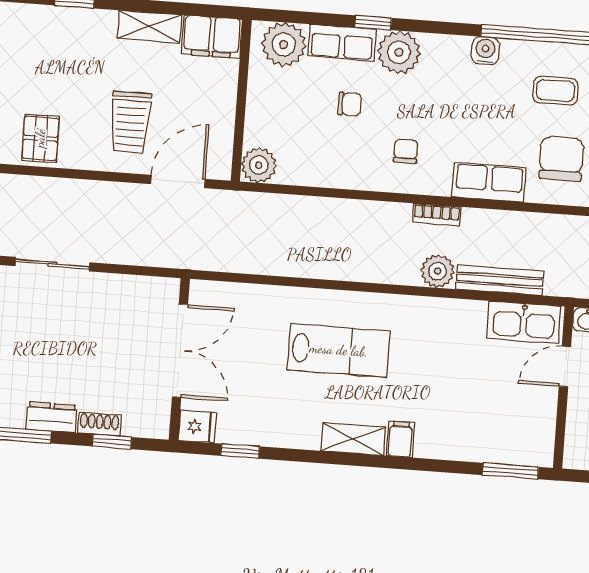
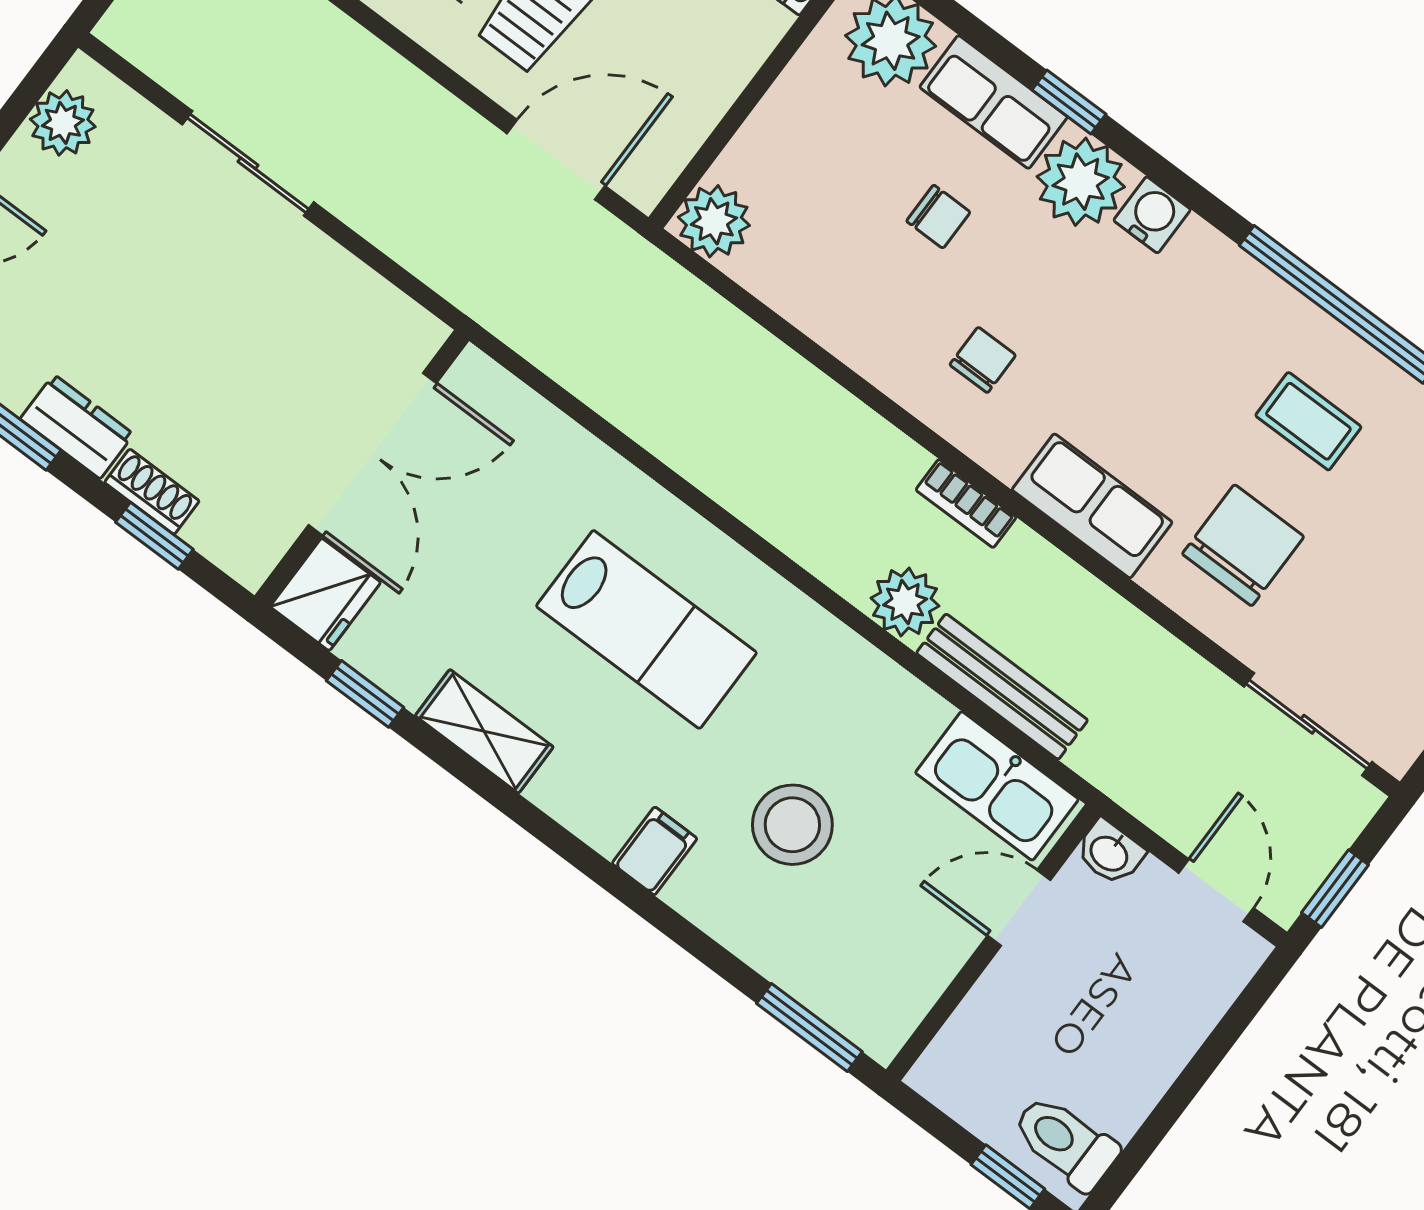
water cooler: (485, 51) -> (1152, 215), moved
stool: (450, 392) -> (792, 825), added
fridge: (197, 427) -> (325, 594), width x1.38
shelving: (353, 439) -> (484, 731), moved

